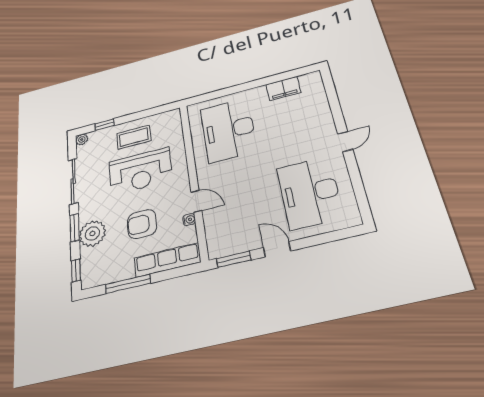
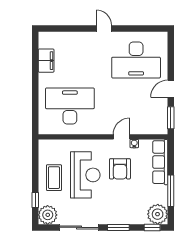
desk: (229, 130) -> (70, 106), turned 180
plant: (82, 139) -> (48, 215), width x1.88, depth x1.88
armchair: (142, 224) -> (120, 169), moved
plant: (92, 234) -> (158, 214), moved

